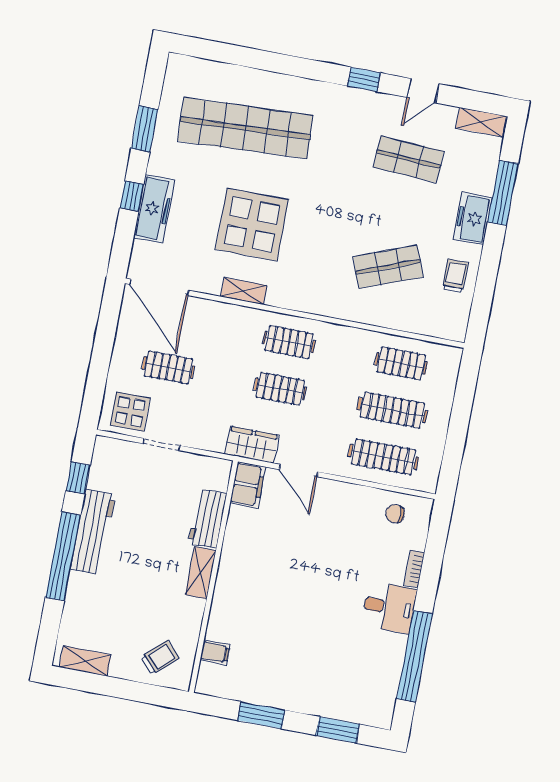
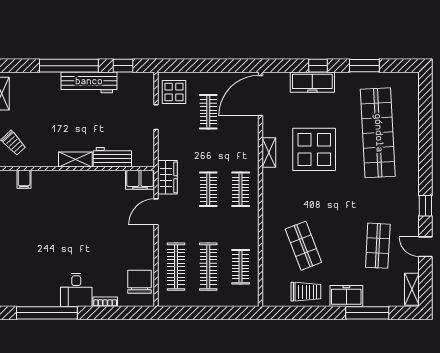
trolley: (455, 276) -> (306, 292), width x1.36, depth x1.39
chair: (395, 514) -> (139, 282), width x1.87, depth x1.87

